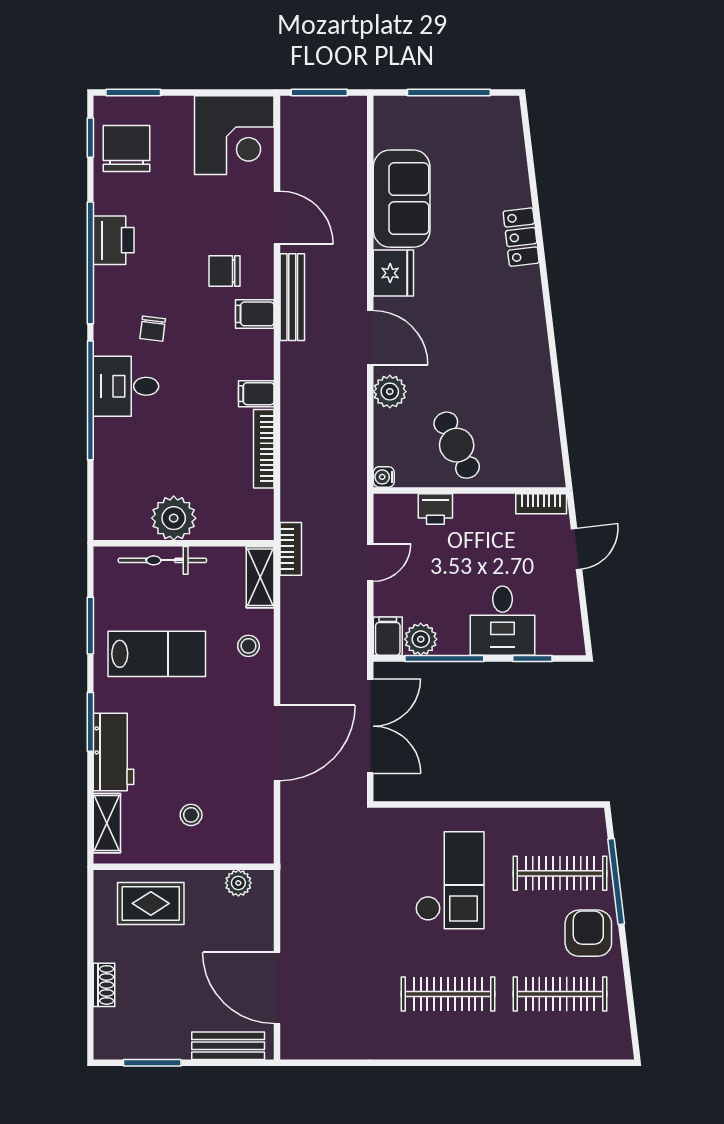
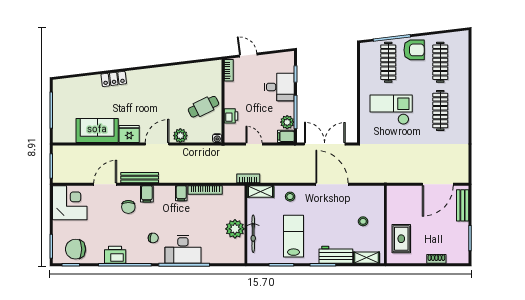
desk: (126, 386) -> (183, 249), width x1.37
plant: (238, 883) -> (392, 201), removed
armchair: (588, 933) -> (414, 50), turned 180

